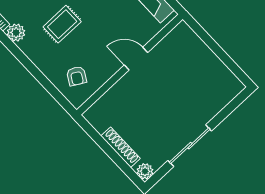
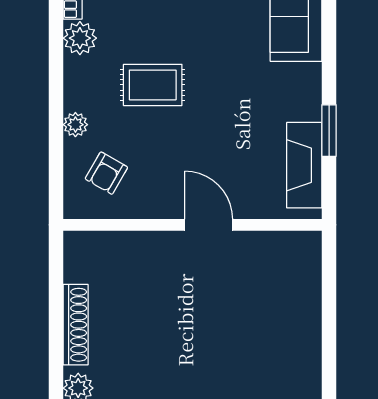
plant: (46, 68) -> (75, 125), added

